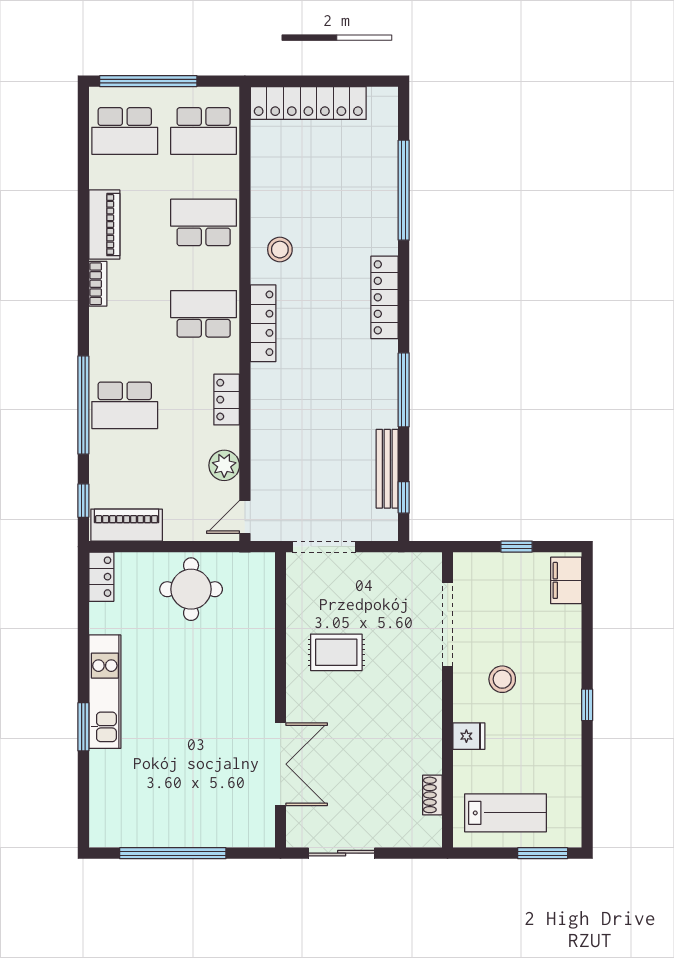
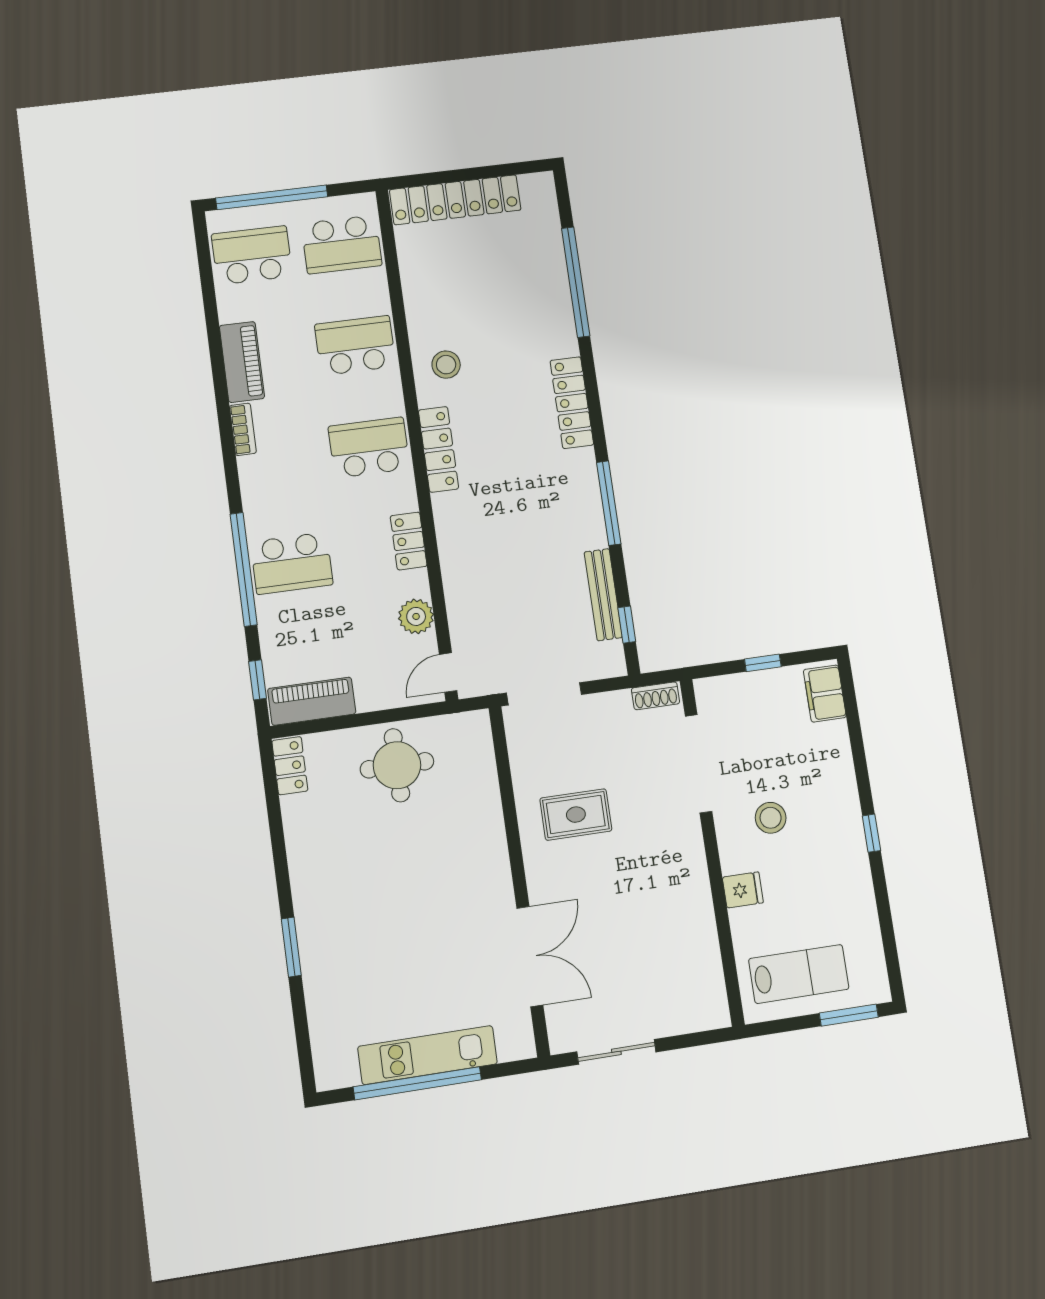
school desk: (125, 131) -> (252, 255), turned 180
kitchen unit: (105, 692) -> (428, 1055), moved, turned -90
shoe rack: (432, 795) -> (656, 696), moved, turned -90

